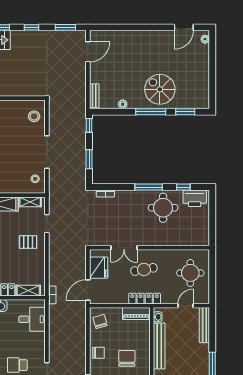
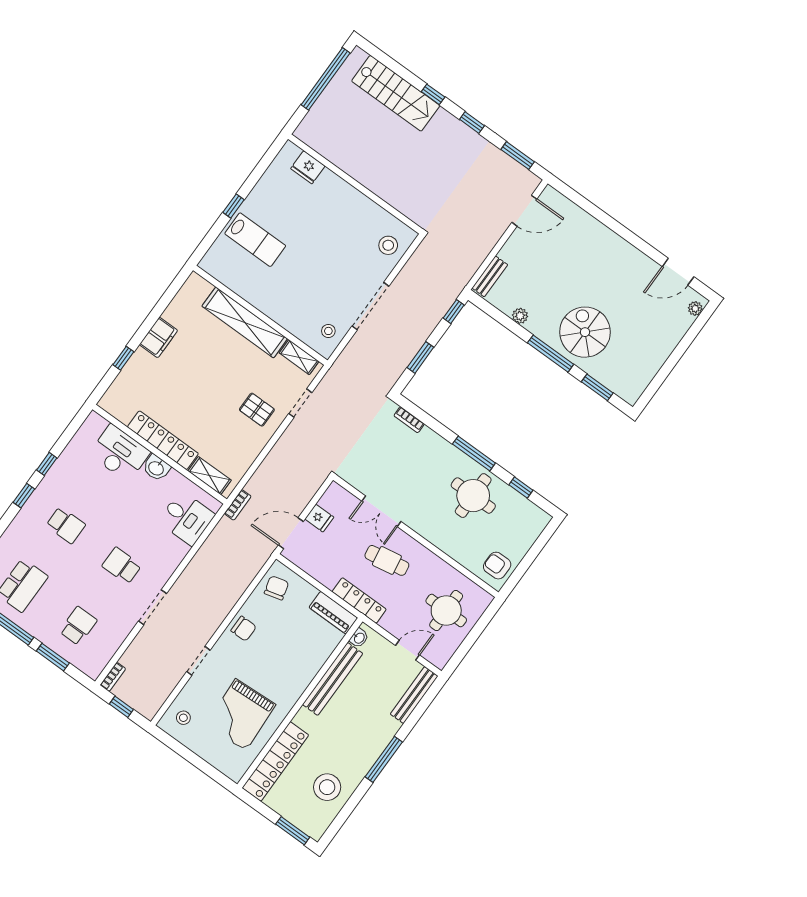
printer: (195, 198) -> (525, 514), removed
armchair: (199, 233) -> (497, 566), added
fridge: (99, 268) -> (319, 518), width x0.53, depth x0.75
chair: (127, 358) -> (277, 664), removed

